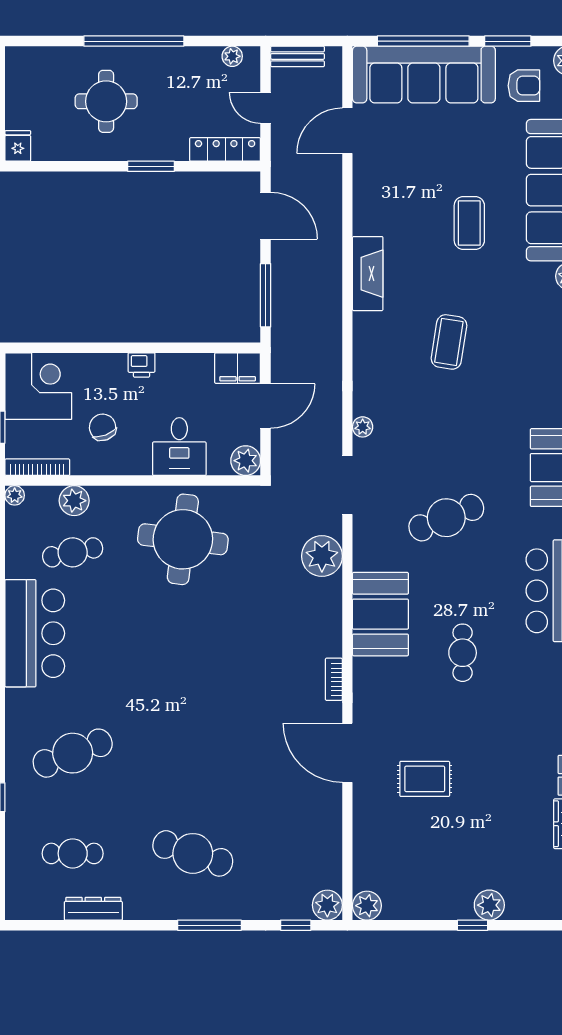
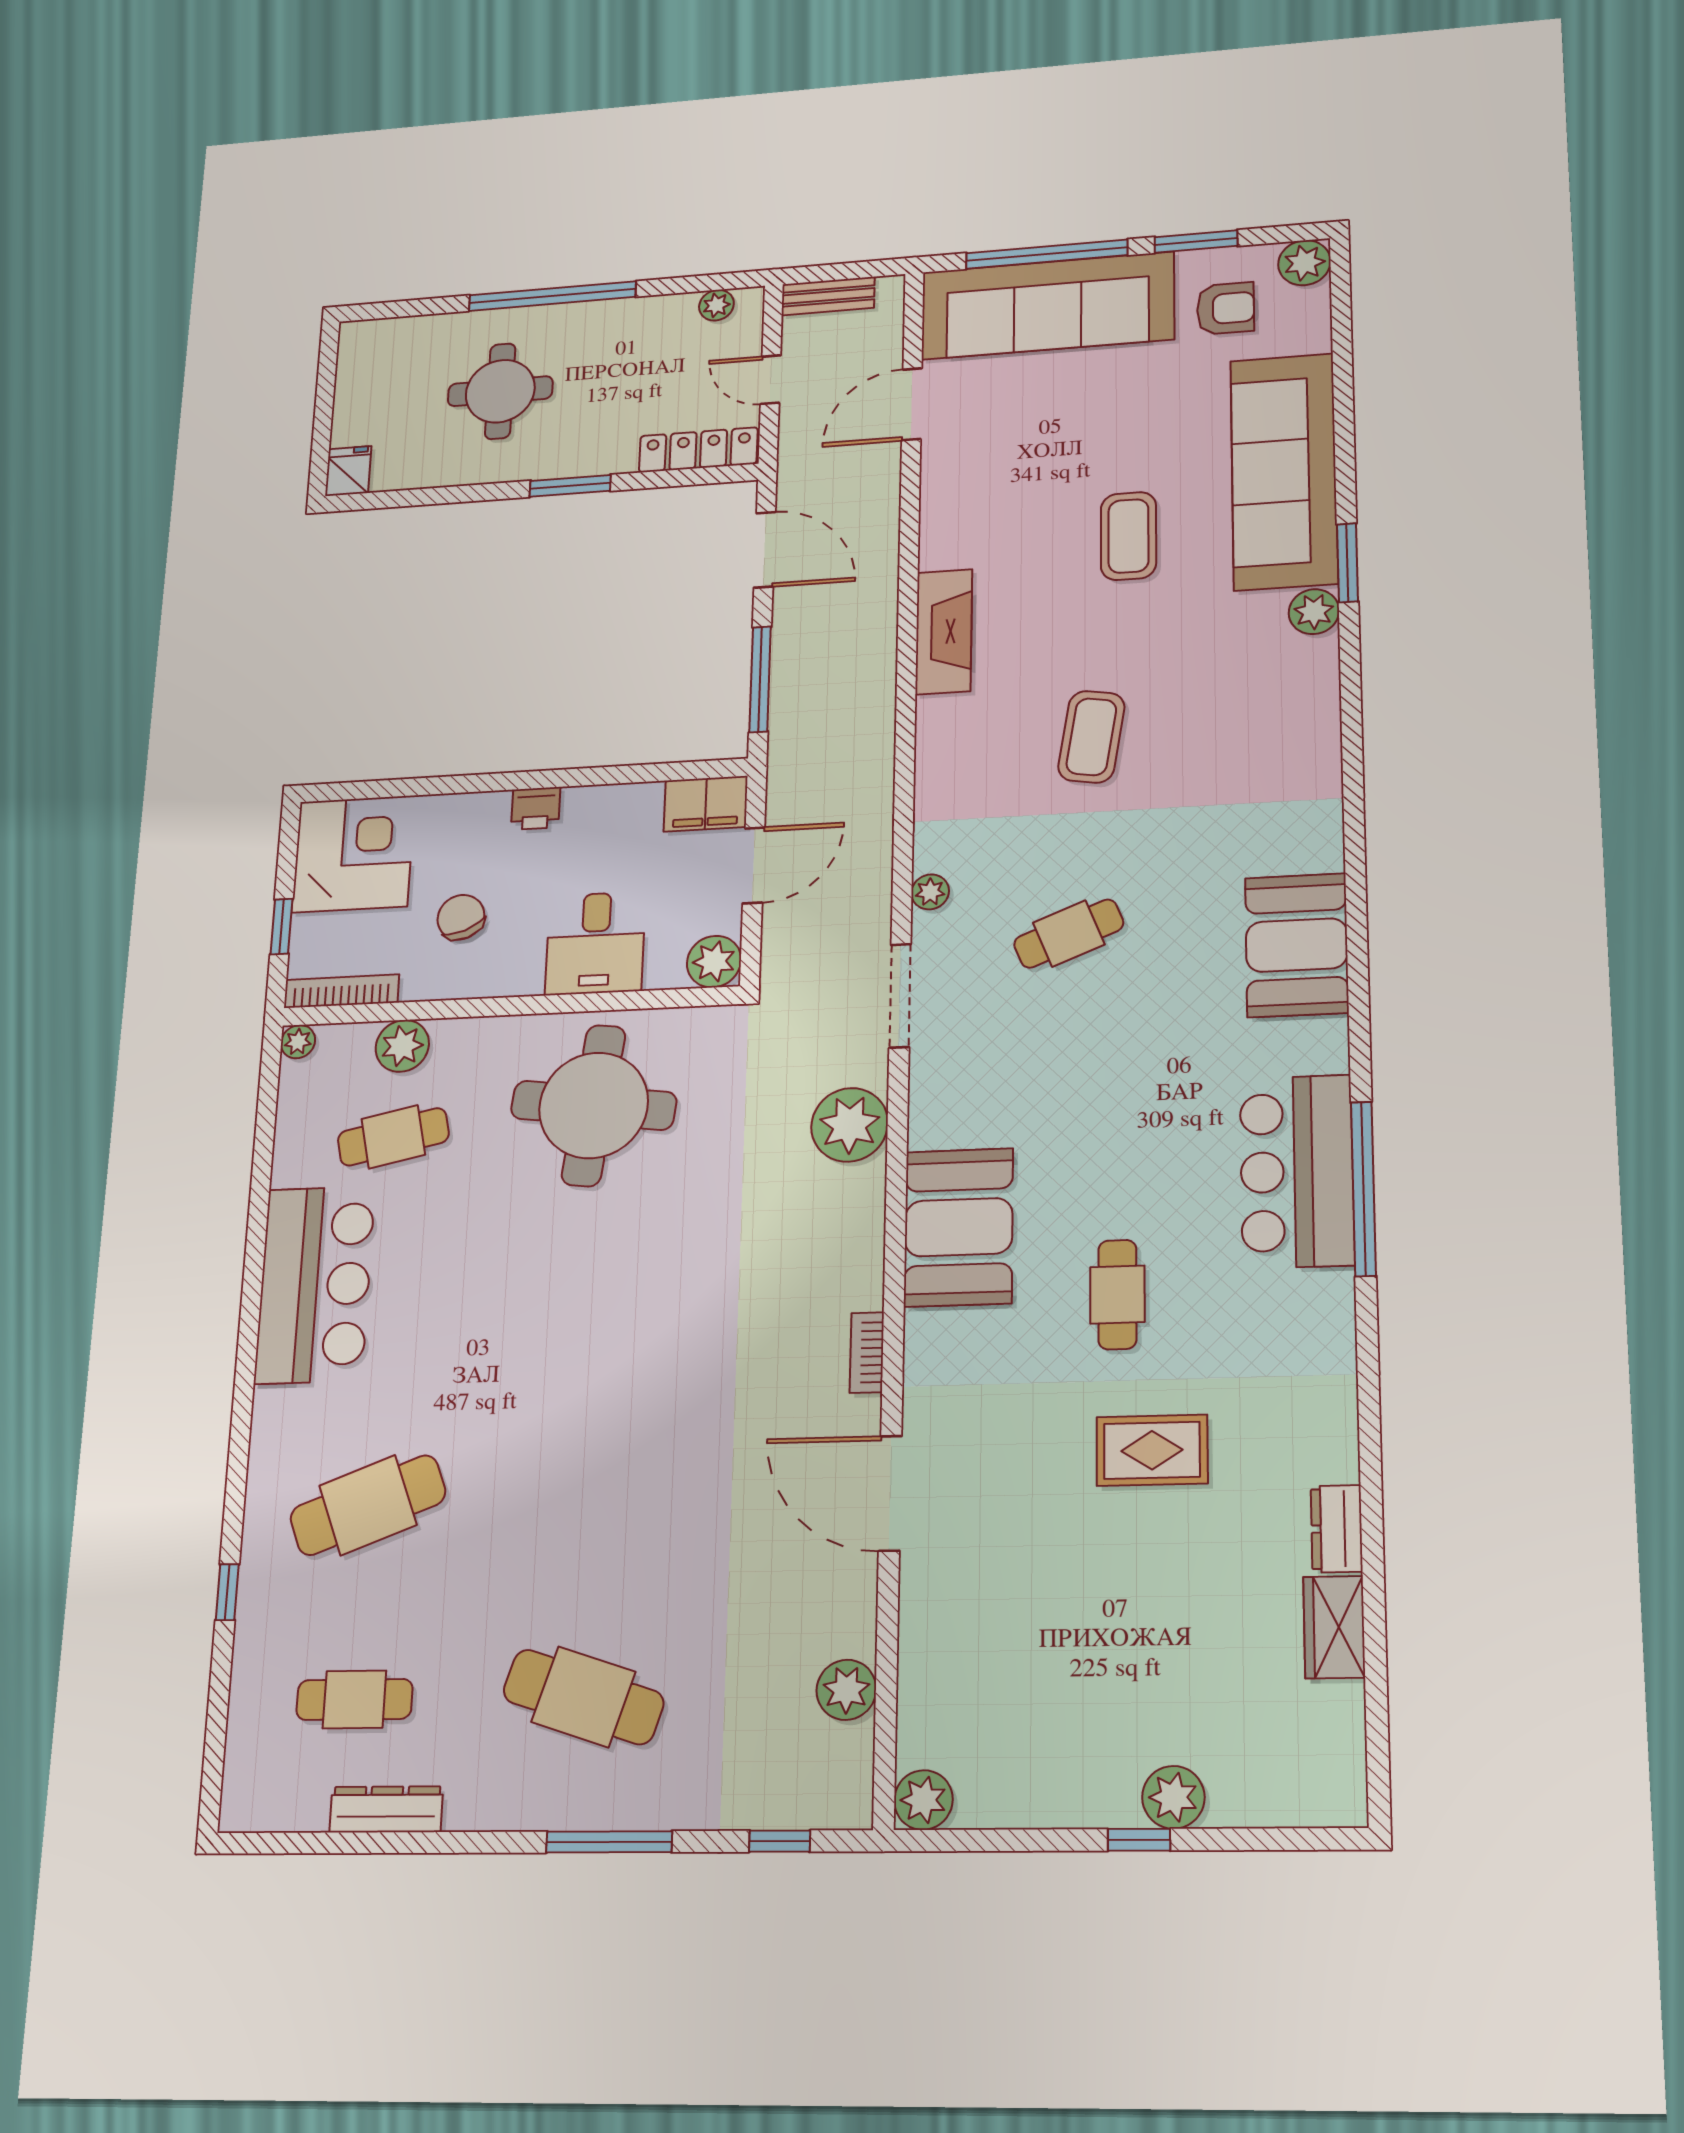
cafe table: (446, 518) -> (1069, 934), moved, width x0.73, depth x0.74
rug: (425, 779) -> (1152, 1450), moved
plant: (327, 905) -> (846, 1690), moved

